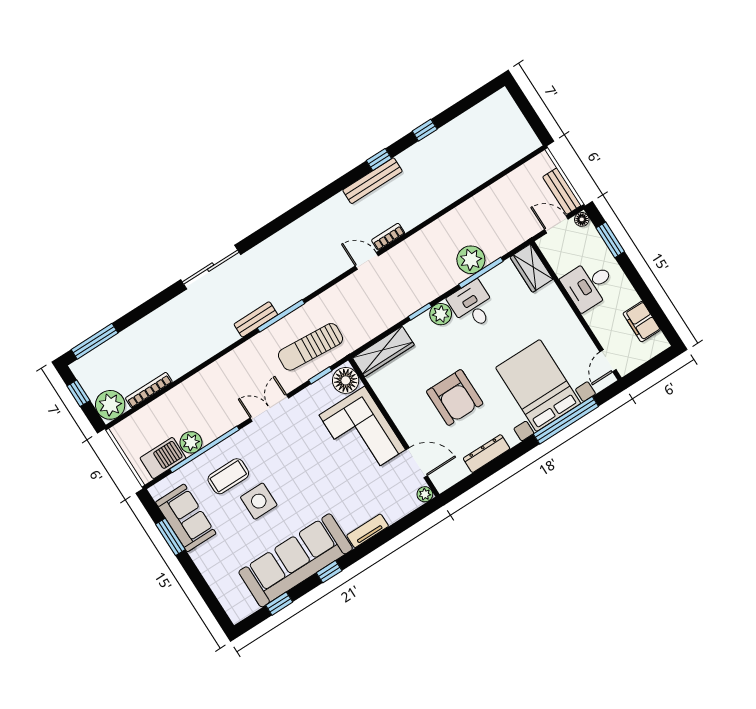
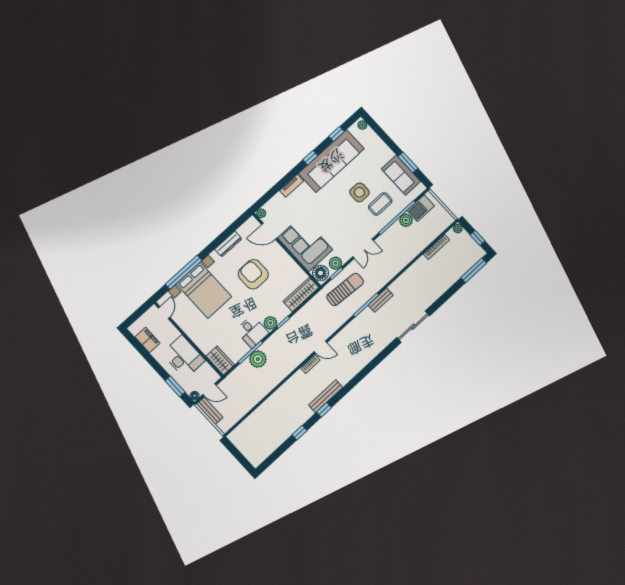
desk: (589, 285) -> (184, 357), width x1.37
plant: (318, 392) -> (336, 263), added
plant: (110, 405) -> (458, 228), width x0.53, depth x0.53
plant: (234, 611) -> (362, 125), added

